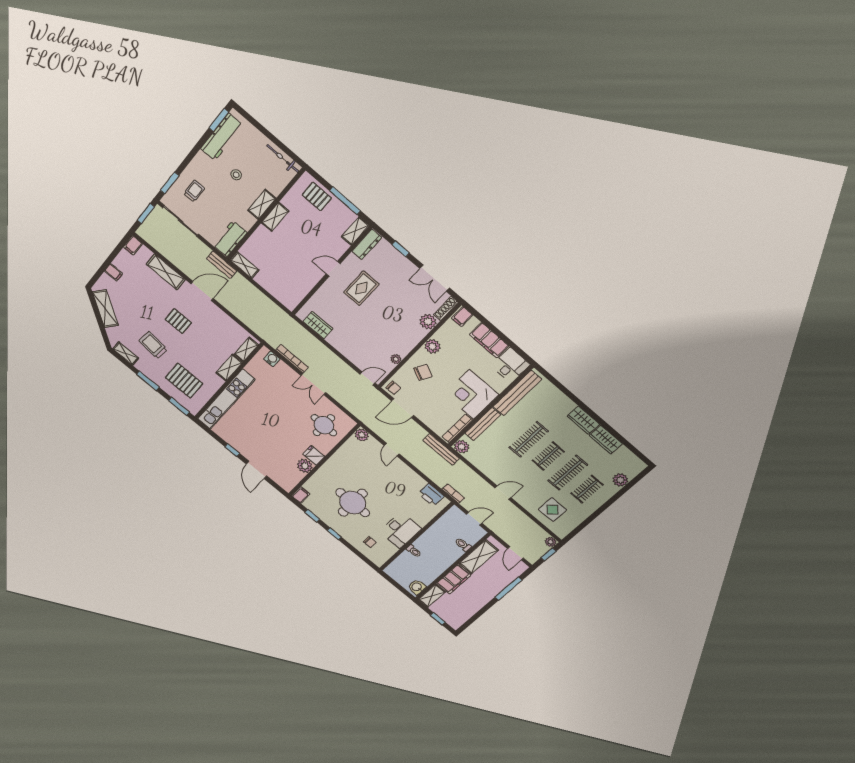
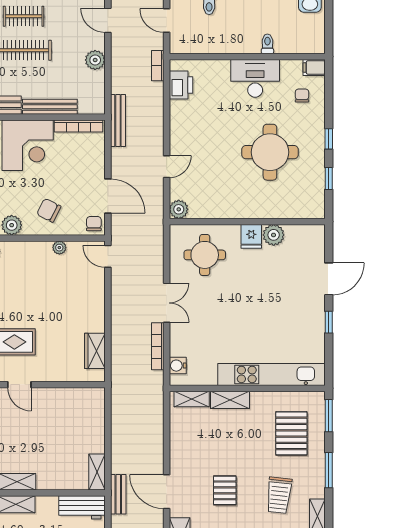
plant: (462, 447) -> (95, 60), moved
filing cabinet: (301, 495) -> (314, 67), moved

